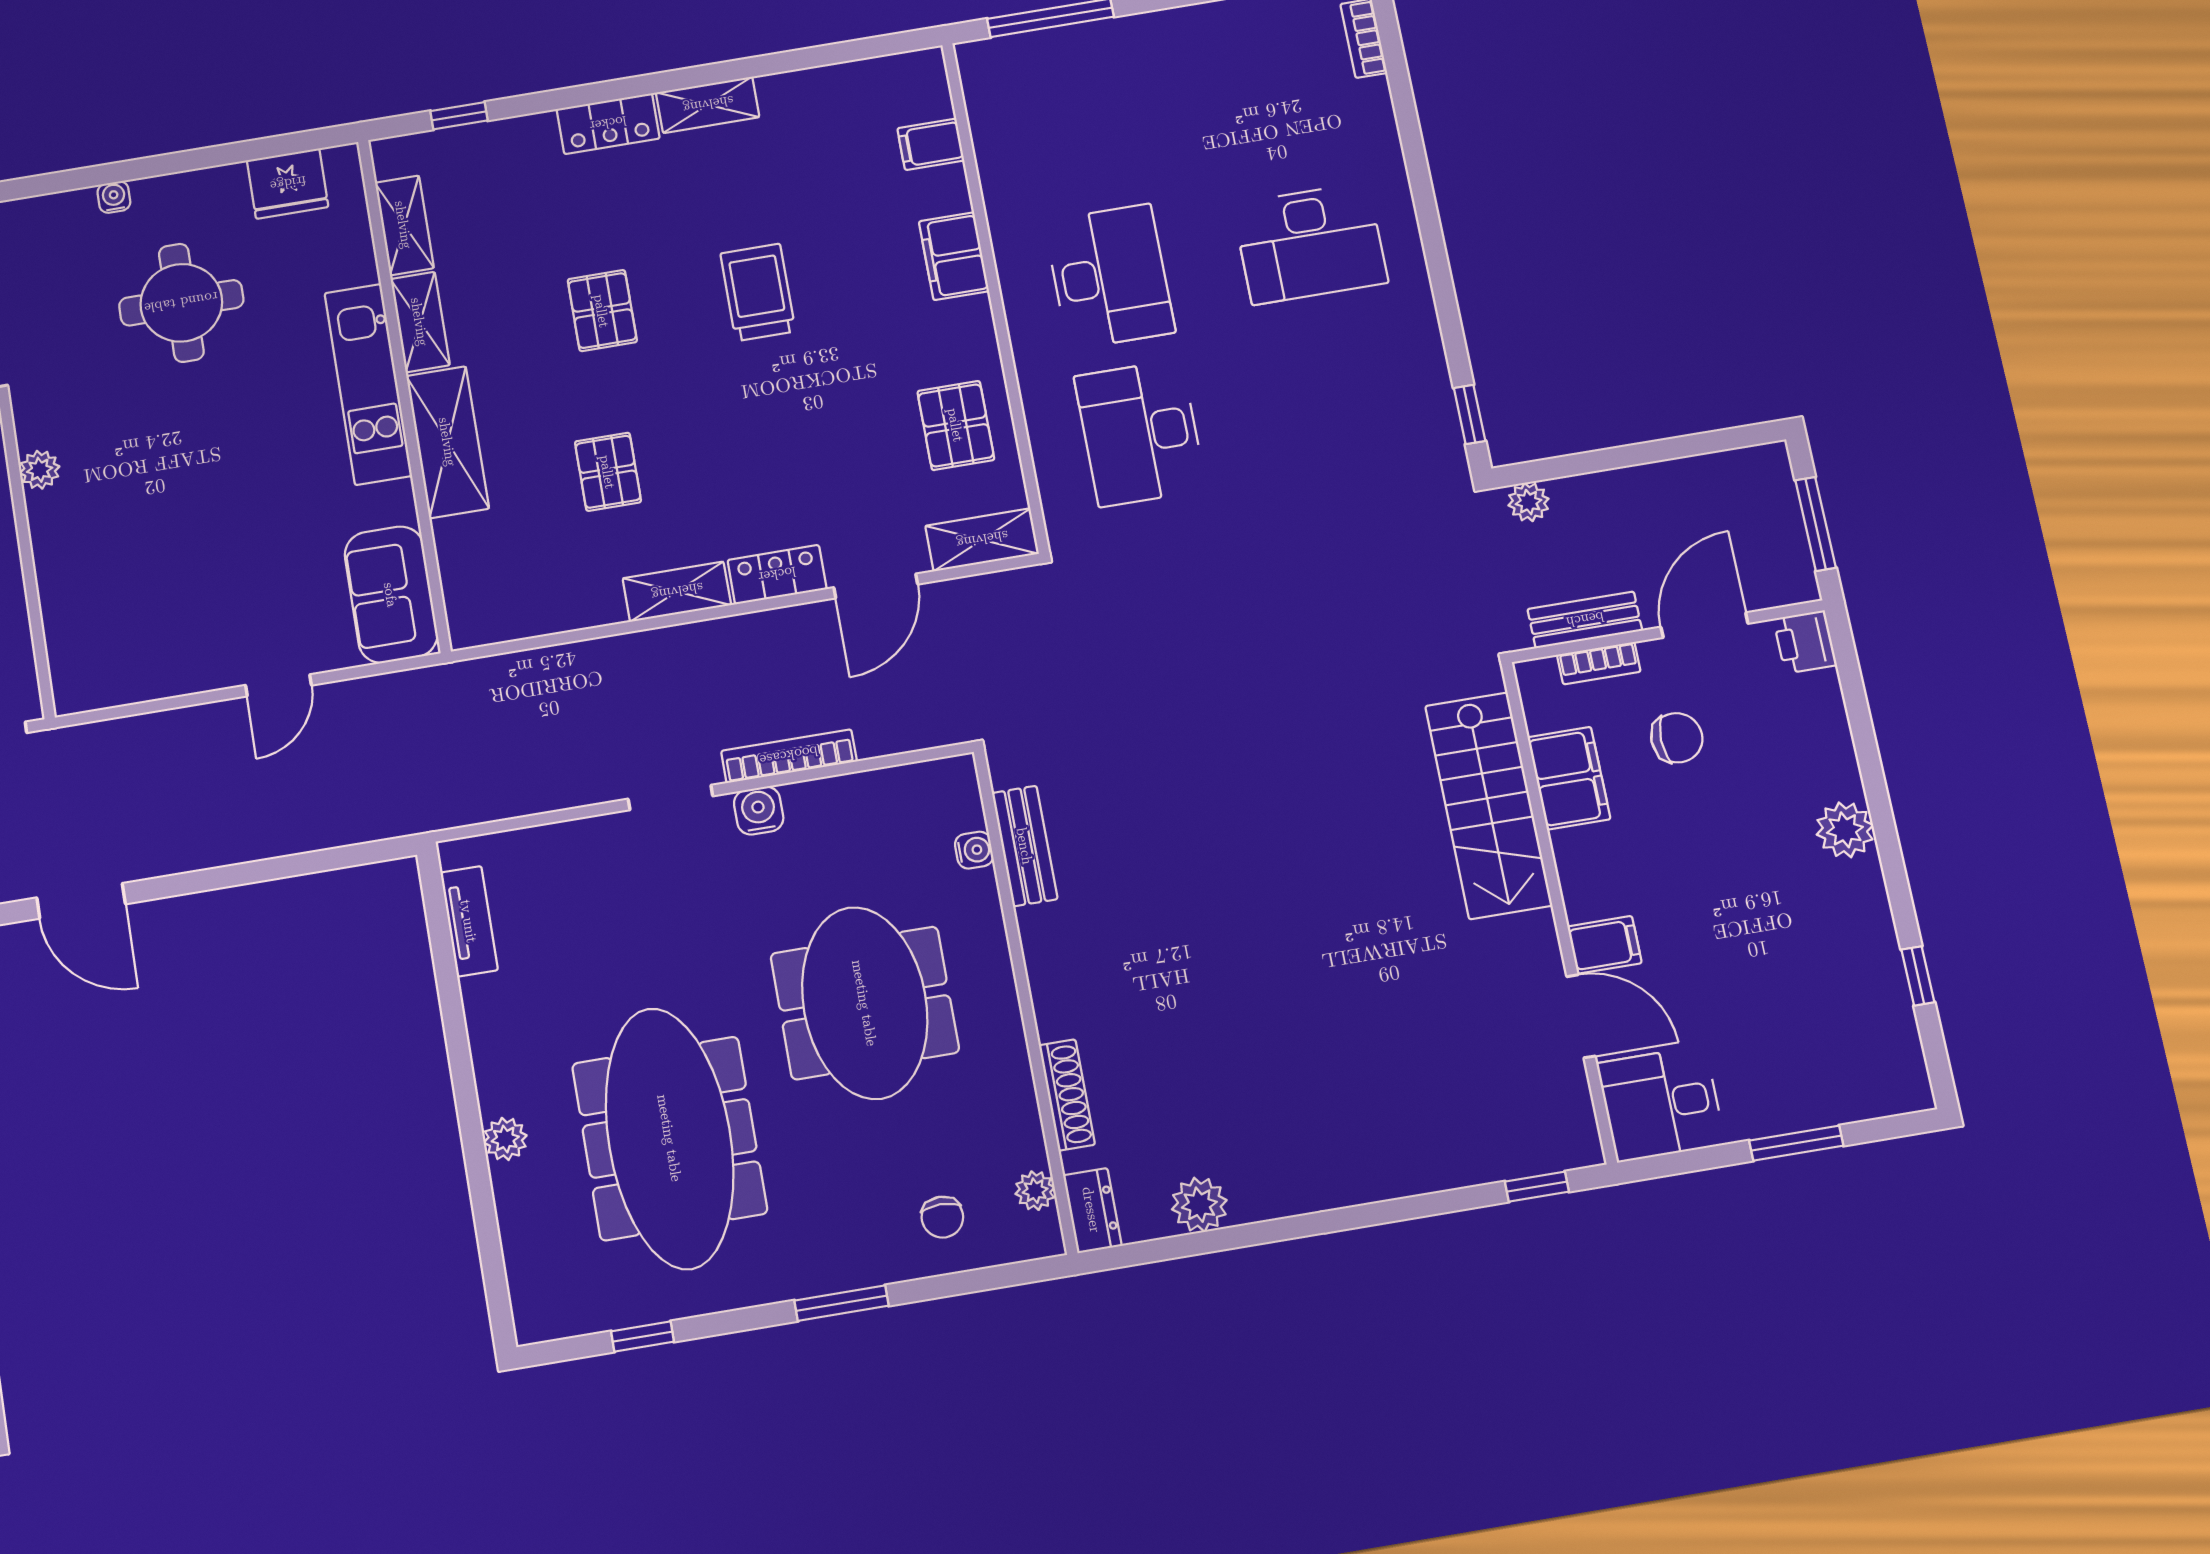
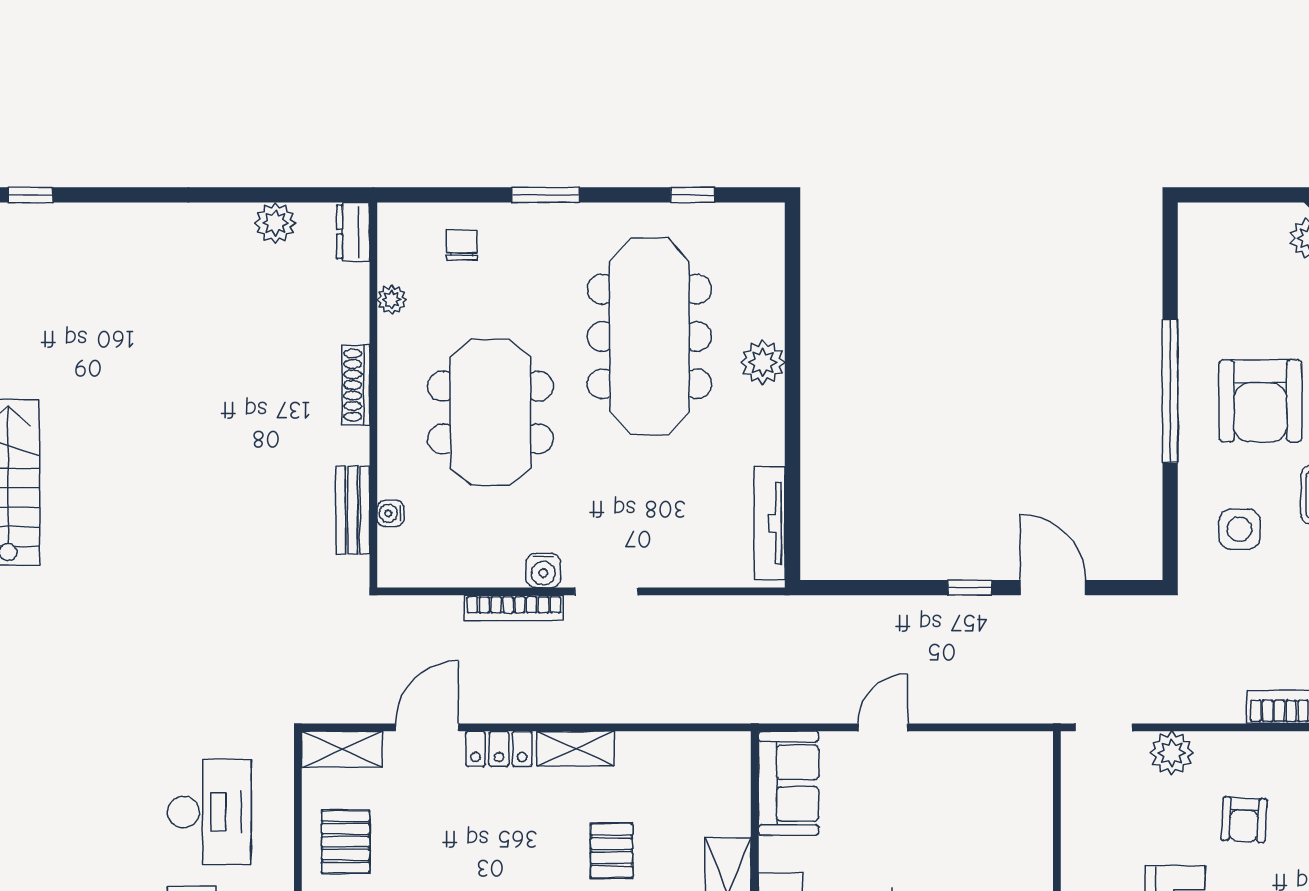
window: (191, 882) -> (970, 588), added
tv unit: (469, 921) -> (770, 523), width x1.41
shoe rack: (1067, 1095) -> (356, 385), moved
plant: (505, 1139) -> (763, 362), width x1.38, depth x1.38
plant: (1035, 1191) -> (392, 300), moved

